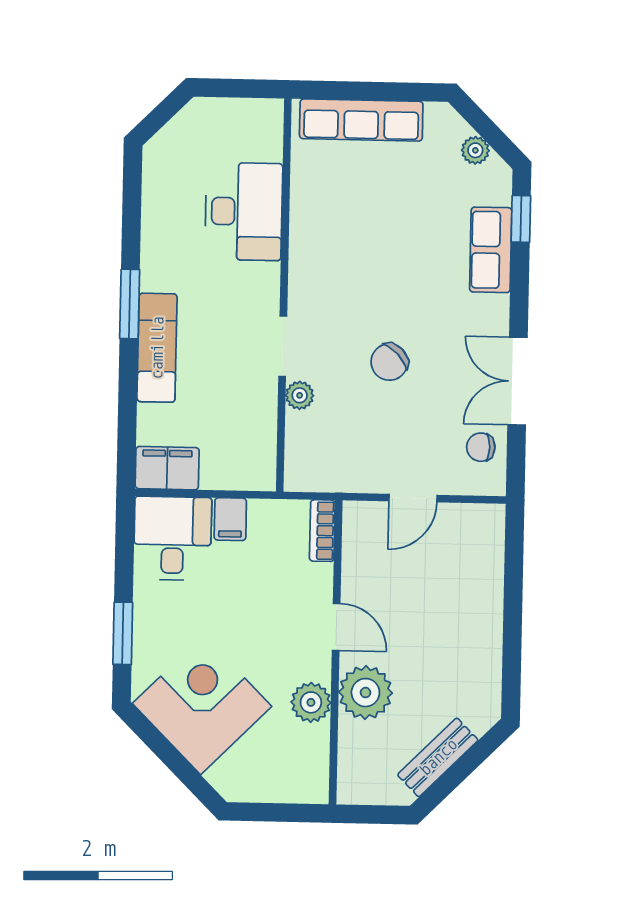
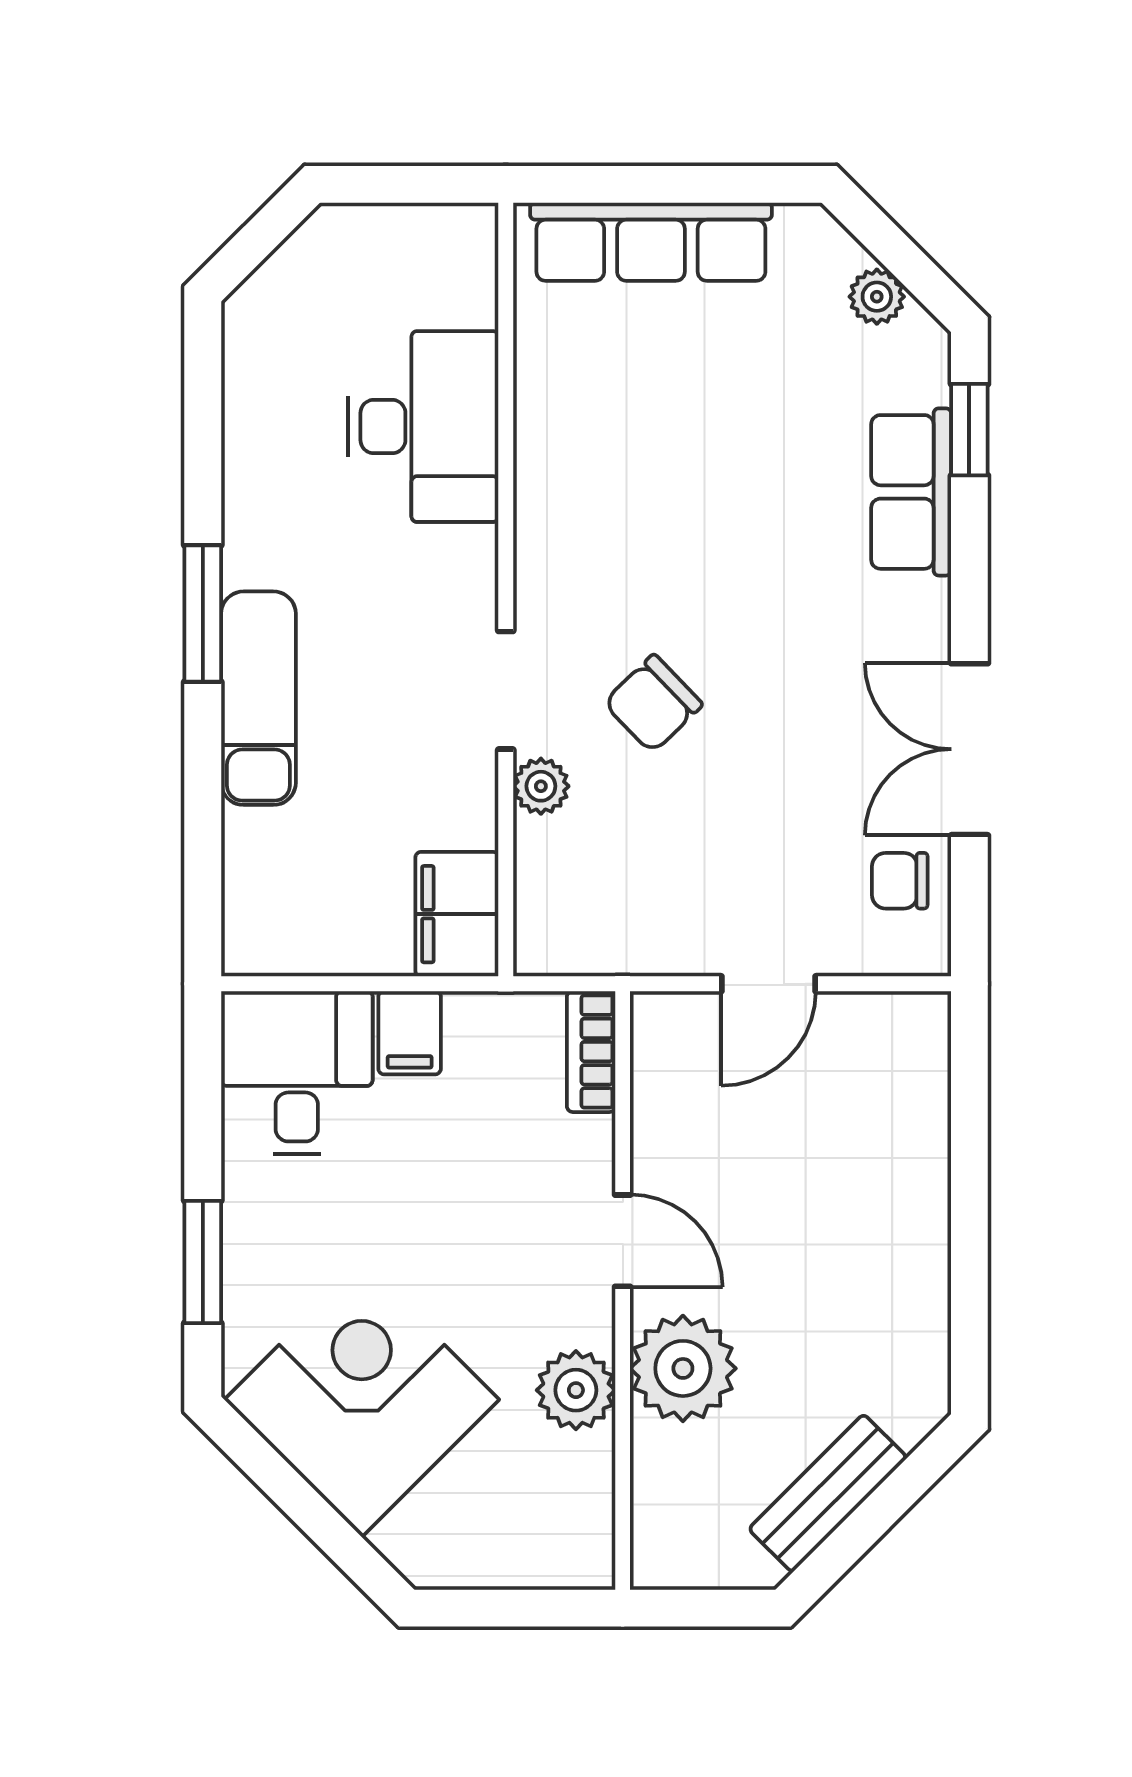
chair: (389, 362) -> (653, 704), moved
filing cabinet: (167, 468) -> (457, 914), moved, turned -90

